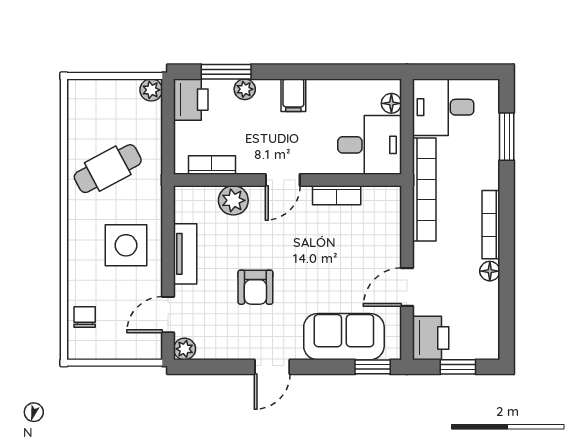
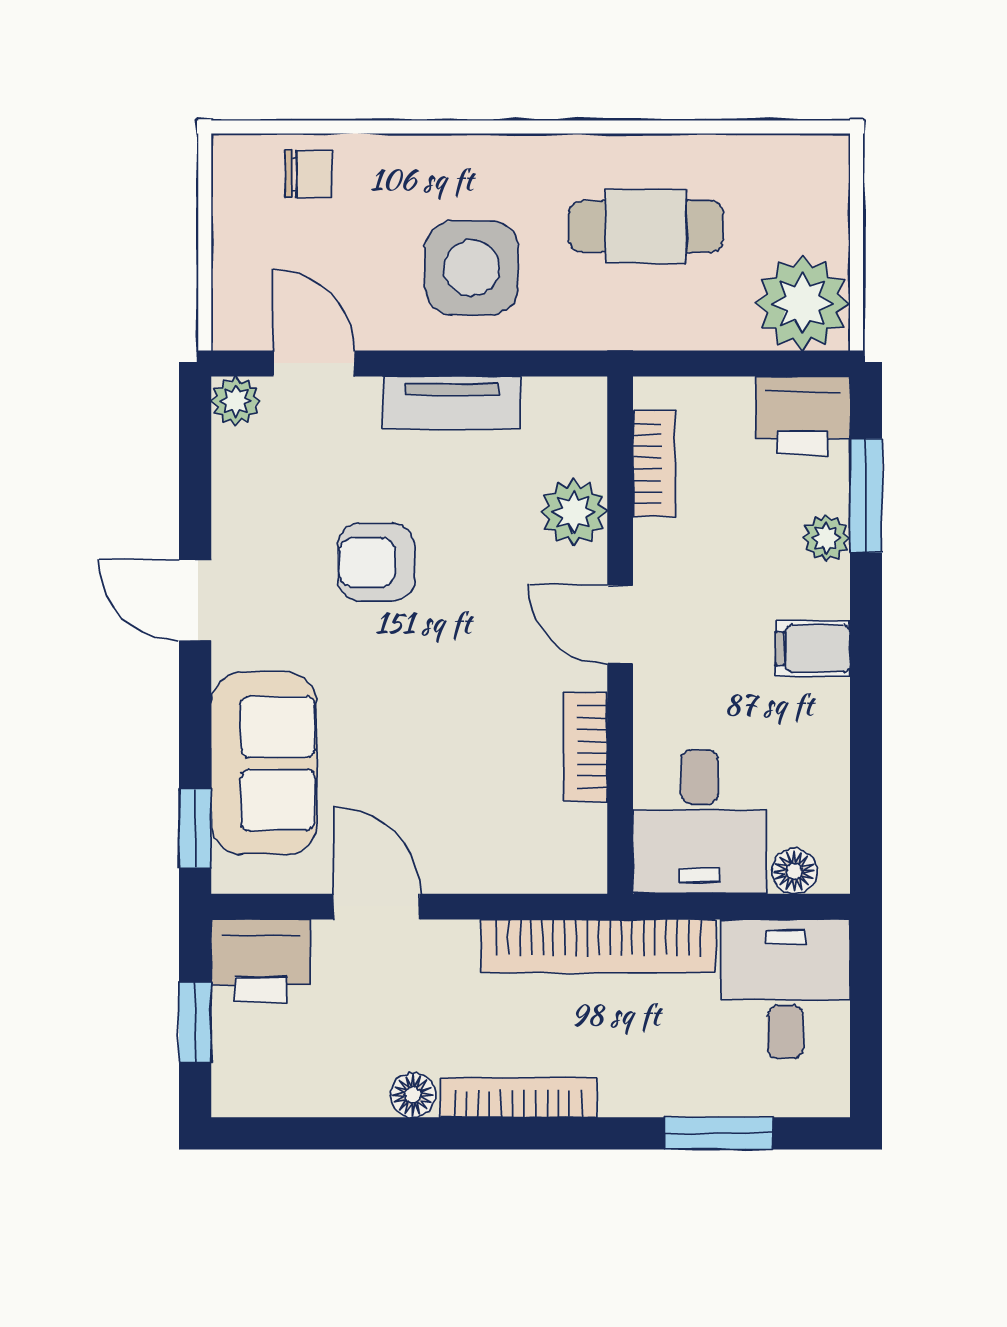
plant: (151, 90) -> (802, 303), width x1.88, depth x1.88
cafe table: (108, 169) -> (646, 226), turned -62

